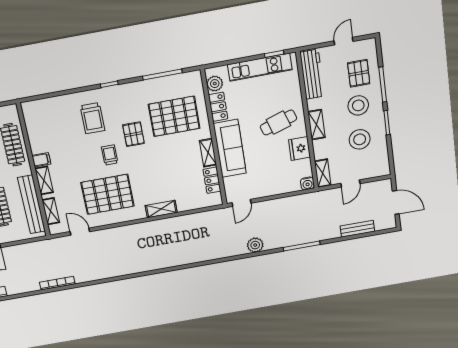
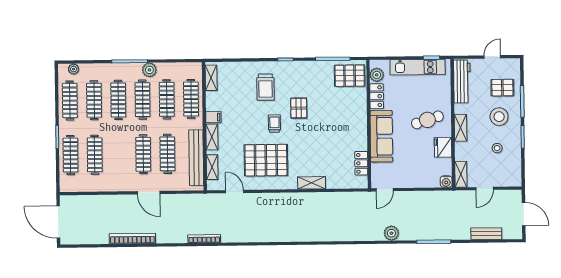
pallet: (359, 73) -> (502, 88), turned 90
pallet: (174, 116) -> (350, 76), moved, width x0.73, depth x0.71
stool: (360, 139) -> (497, 148), width x0.53, depth x0.53
shelving: (208, 153) -> (211, 78), moved

